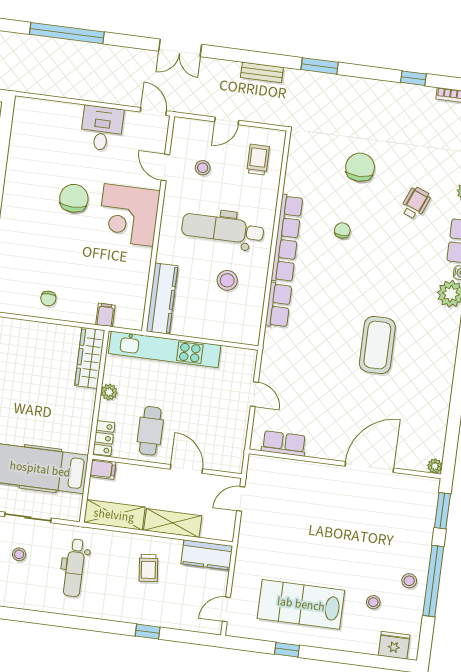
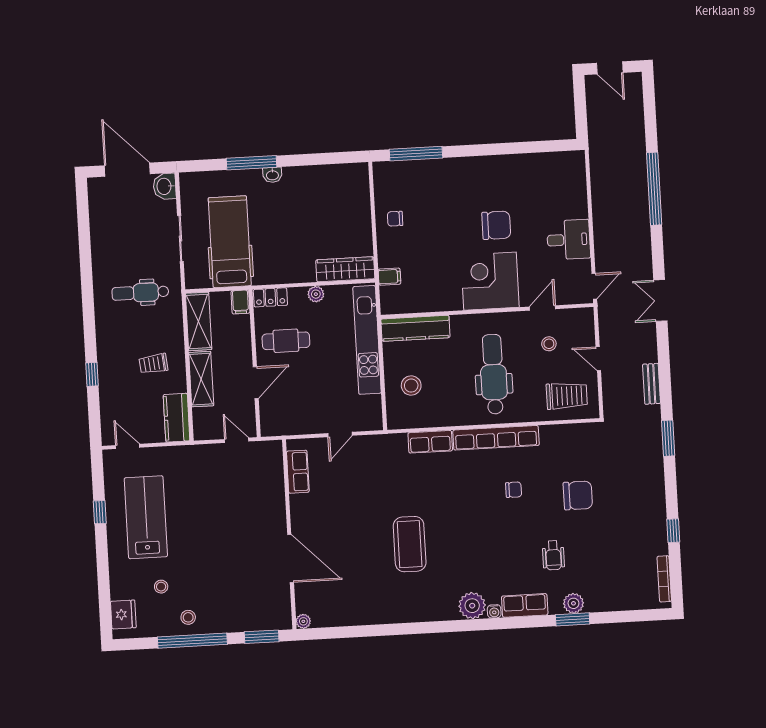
trolley: (258, 160) -> (567, 396), width x1.36, depth x1.39
wheelchair: (416, 203) -> (553, 555), turned 68
stool: (227, 280) -> (411, 386), moved
coffee table: (377, 345) -> (410, 544), turned 90
stool: (19, 554) -> (143, 237), removed

